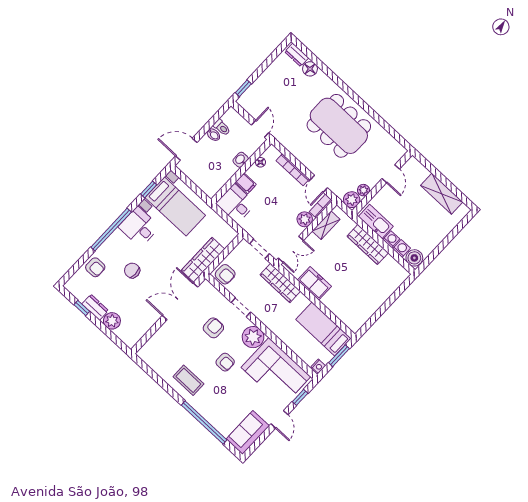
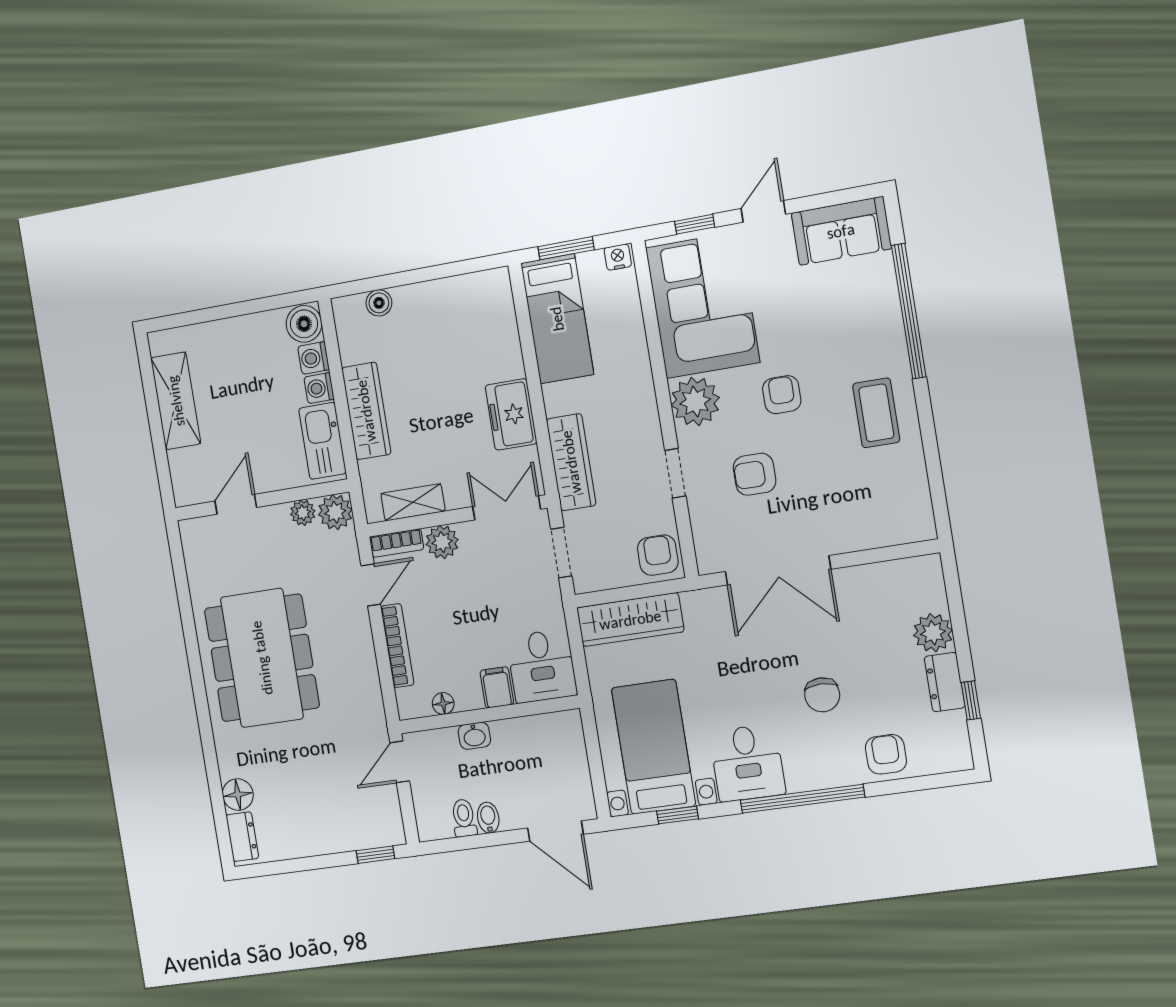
wardrobe: (203, 260) -> (630, 620), moved
boiler: (392, 286) -> (379, 303), added

